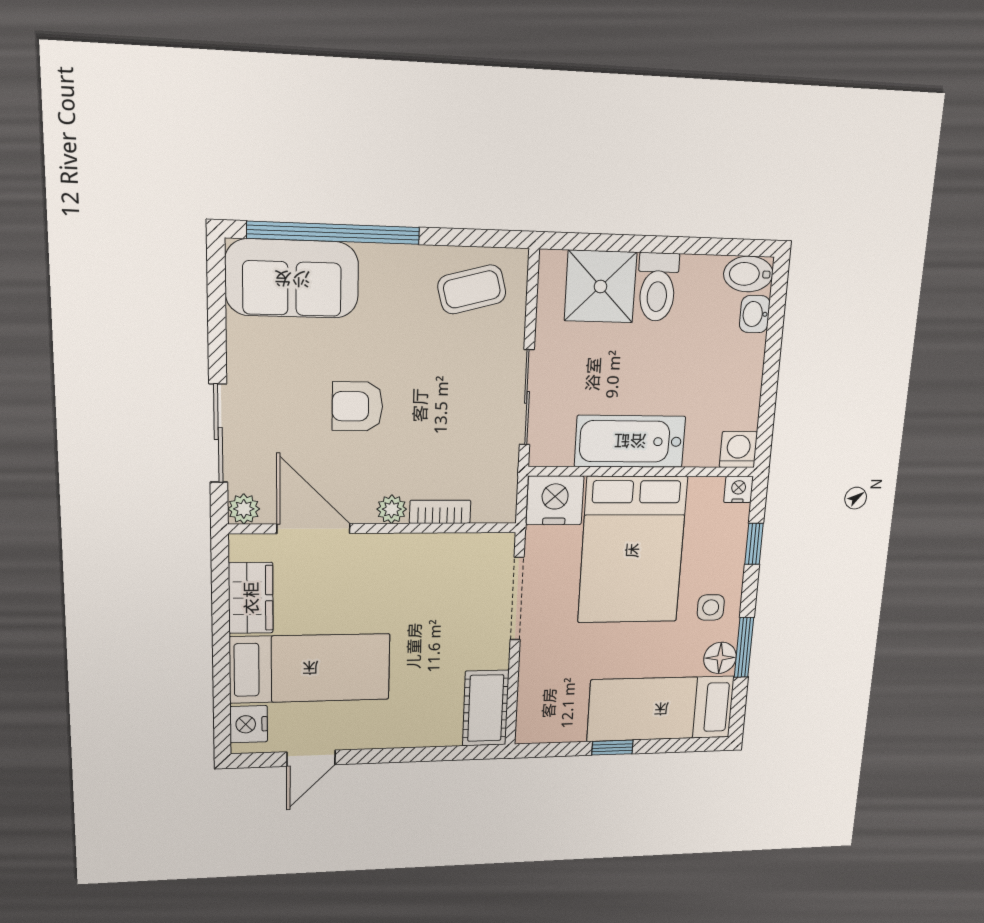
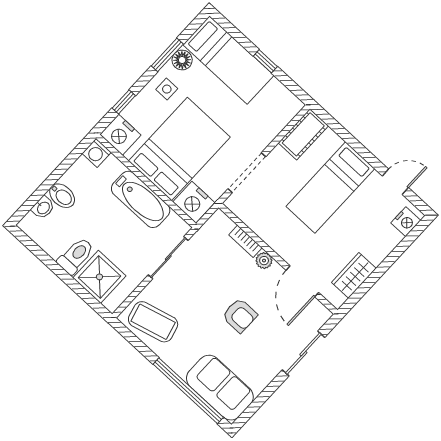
bidet: (748, 274) -> (62, 196), moved
coffee table: (472, 289) -> (153, 322), width x1.36, depth x1.30
nightstand: (738, 490) -> (120, 135), width x1.89, depth x1.79
plant: (244, 509) -> (322, 315), removed
bed: (310, 668) -> (330, 188), moved, turned -90

